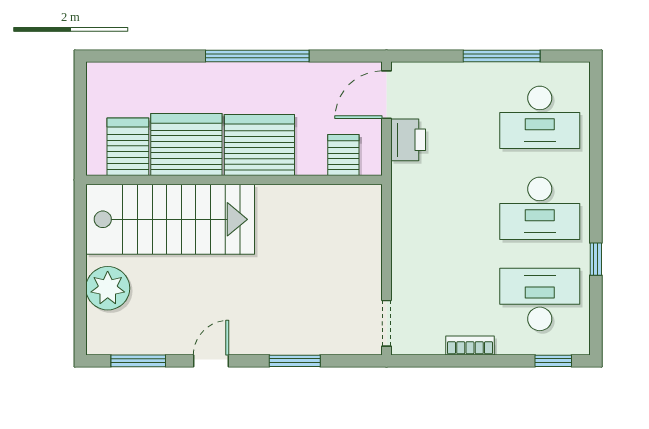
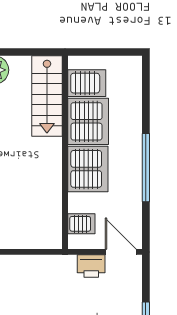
stairs: (170, 219) -> (47, 96), width x0.73, depth x0.66

